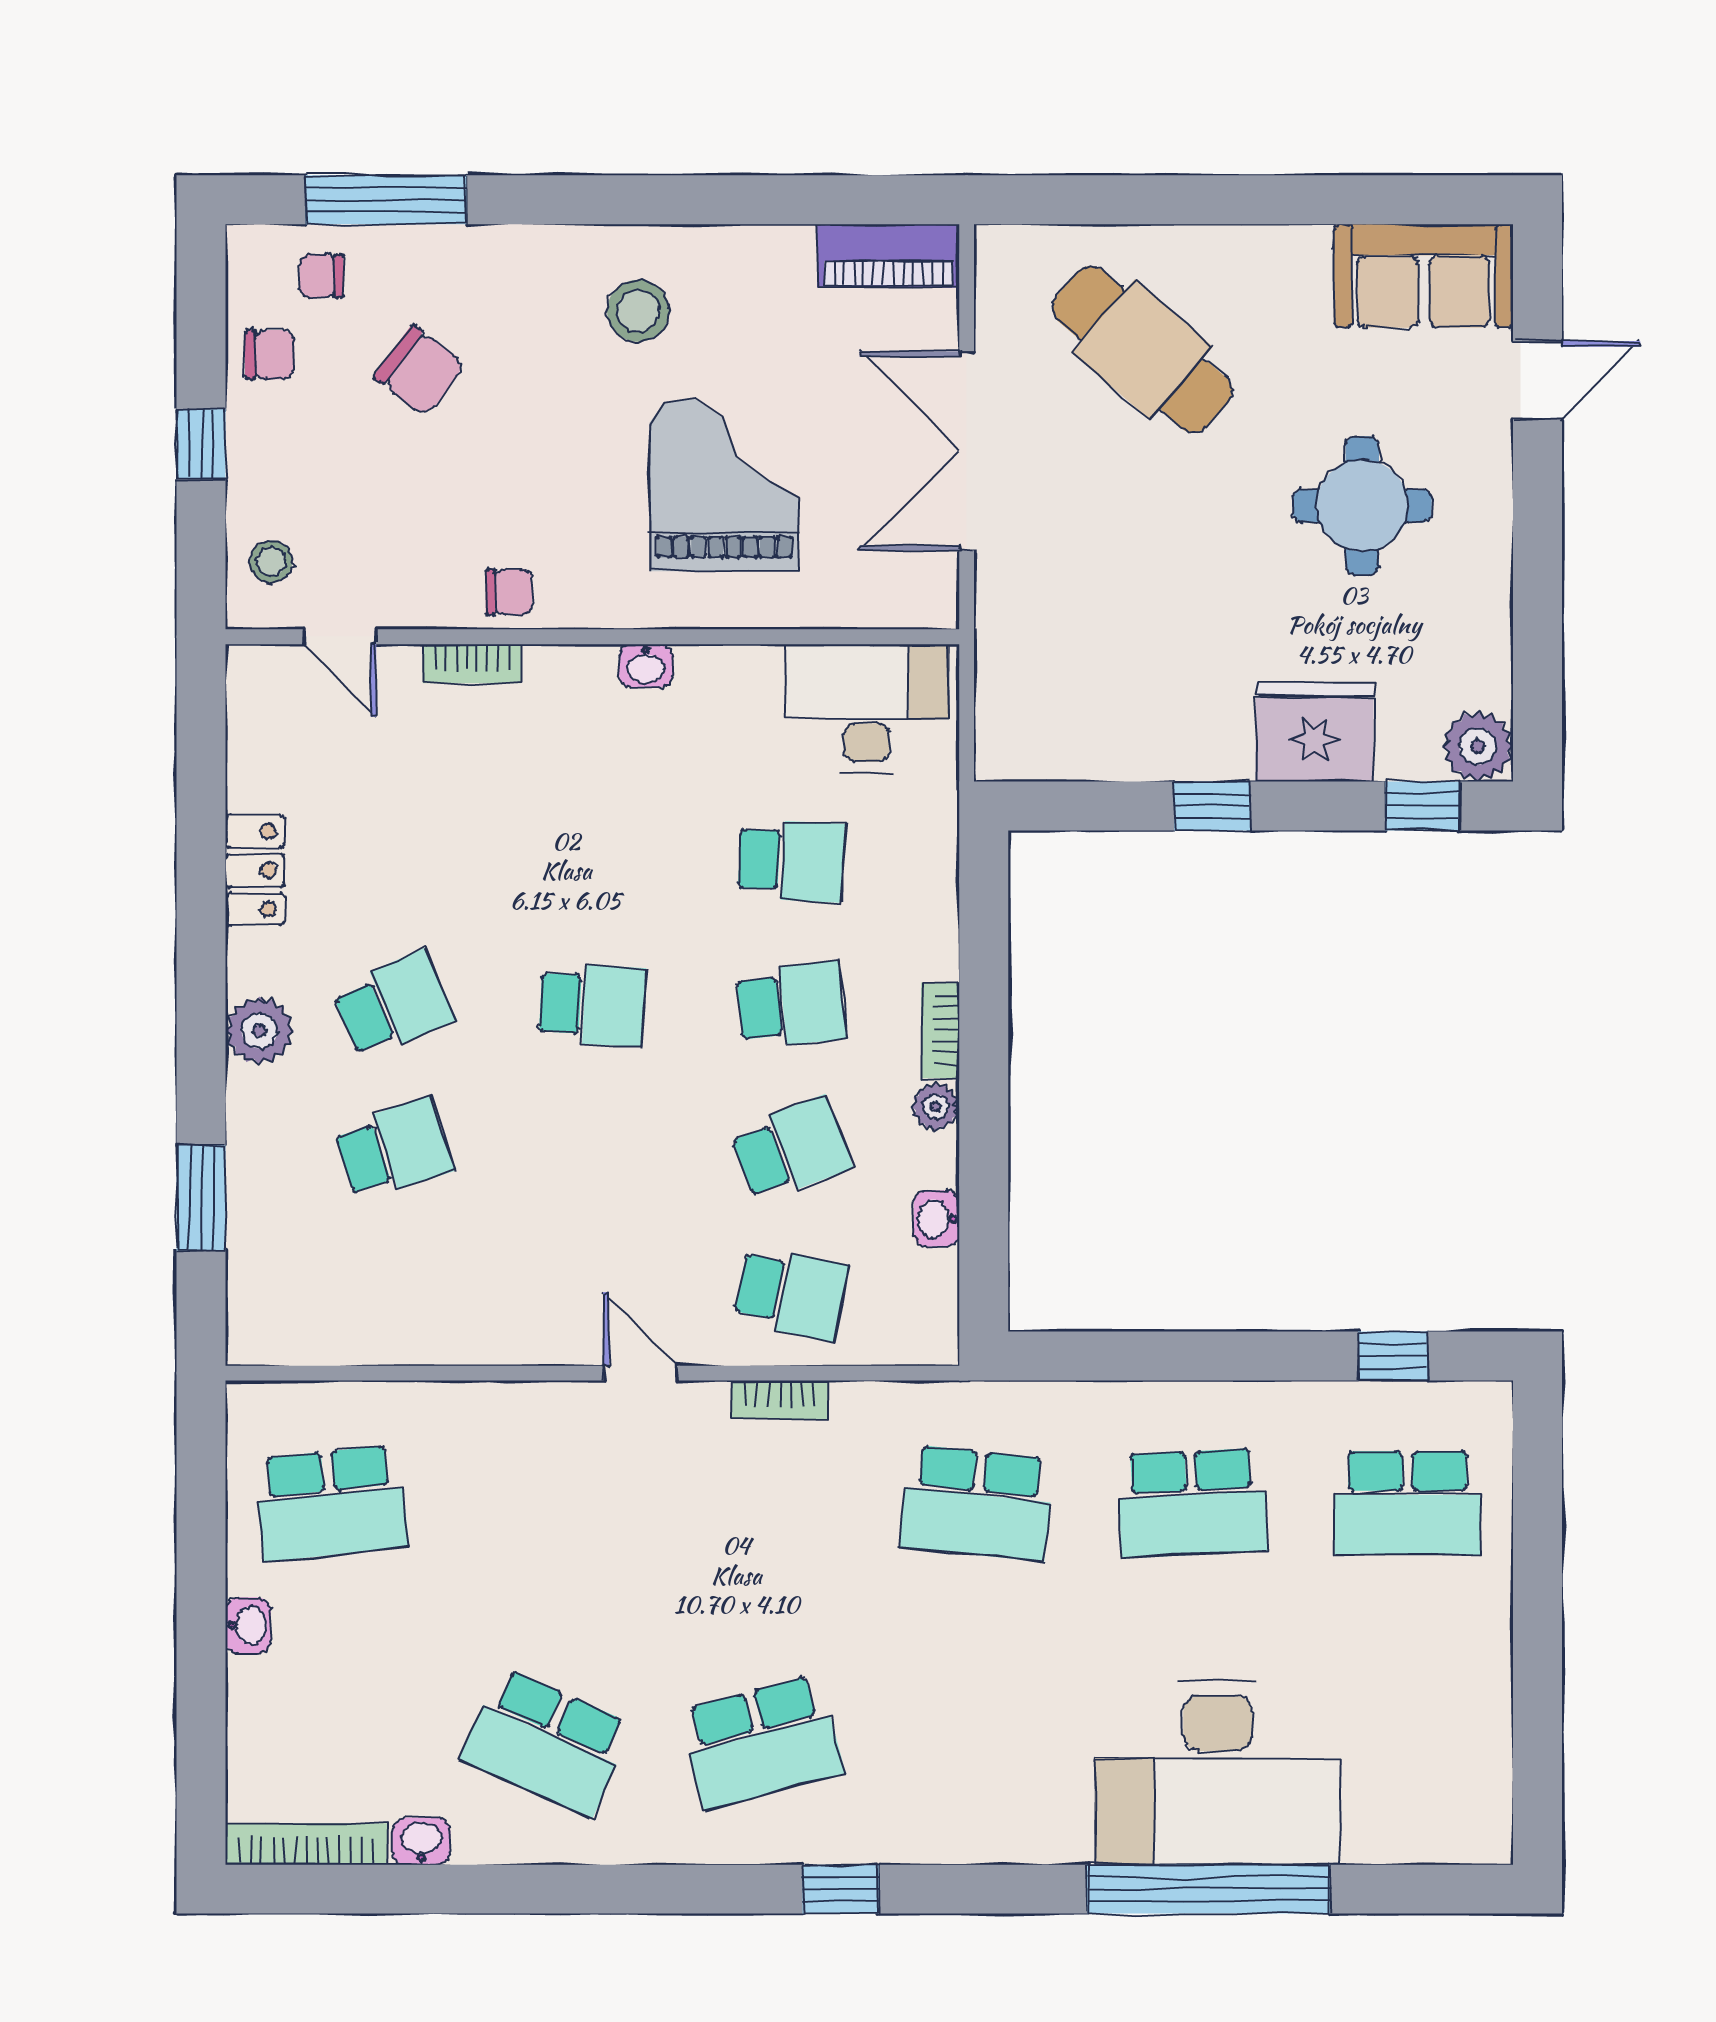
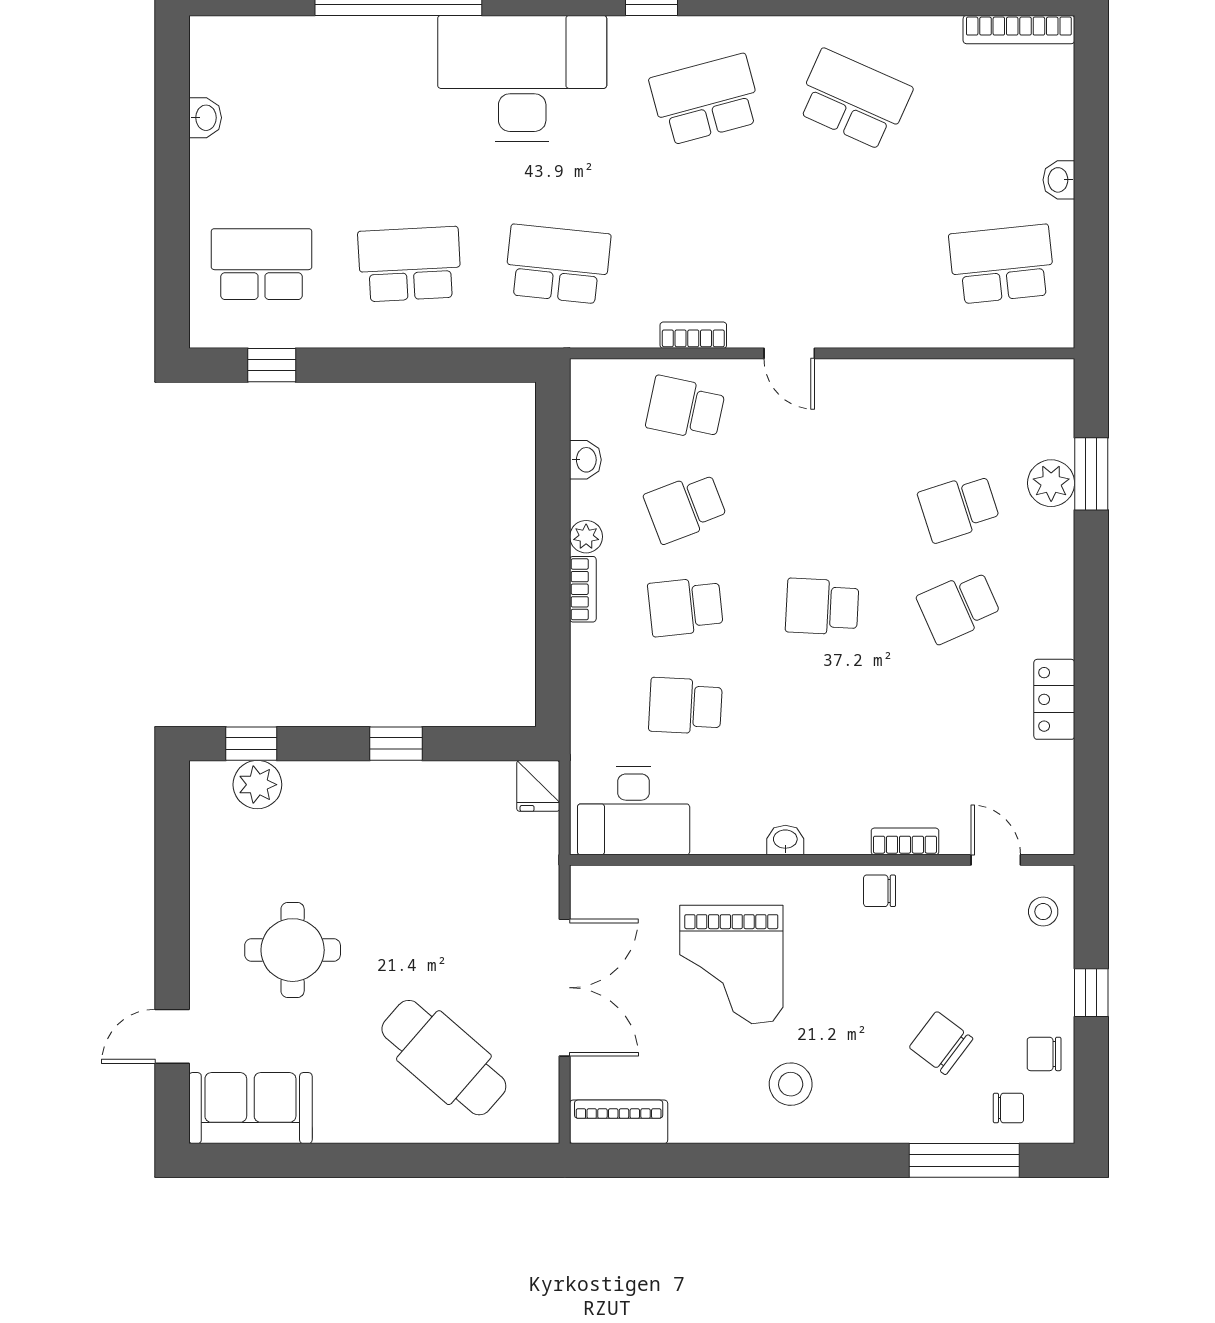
fridge: (1315, 732) -> (538, 786), moved, width x0.53, depth x0.75
plant: (1478, 746) -> (257, 785), moved
plant: (259, 1031) -> (1051, 483), moved
desk: (1218, 1773) -> (522, 78), moved
washbasin: (421, 1841) -> (205, 118), moved, turned -90

